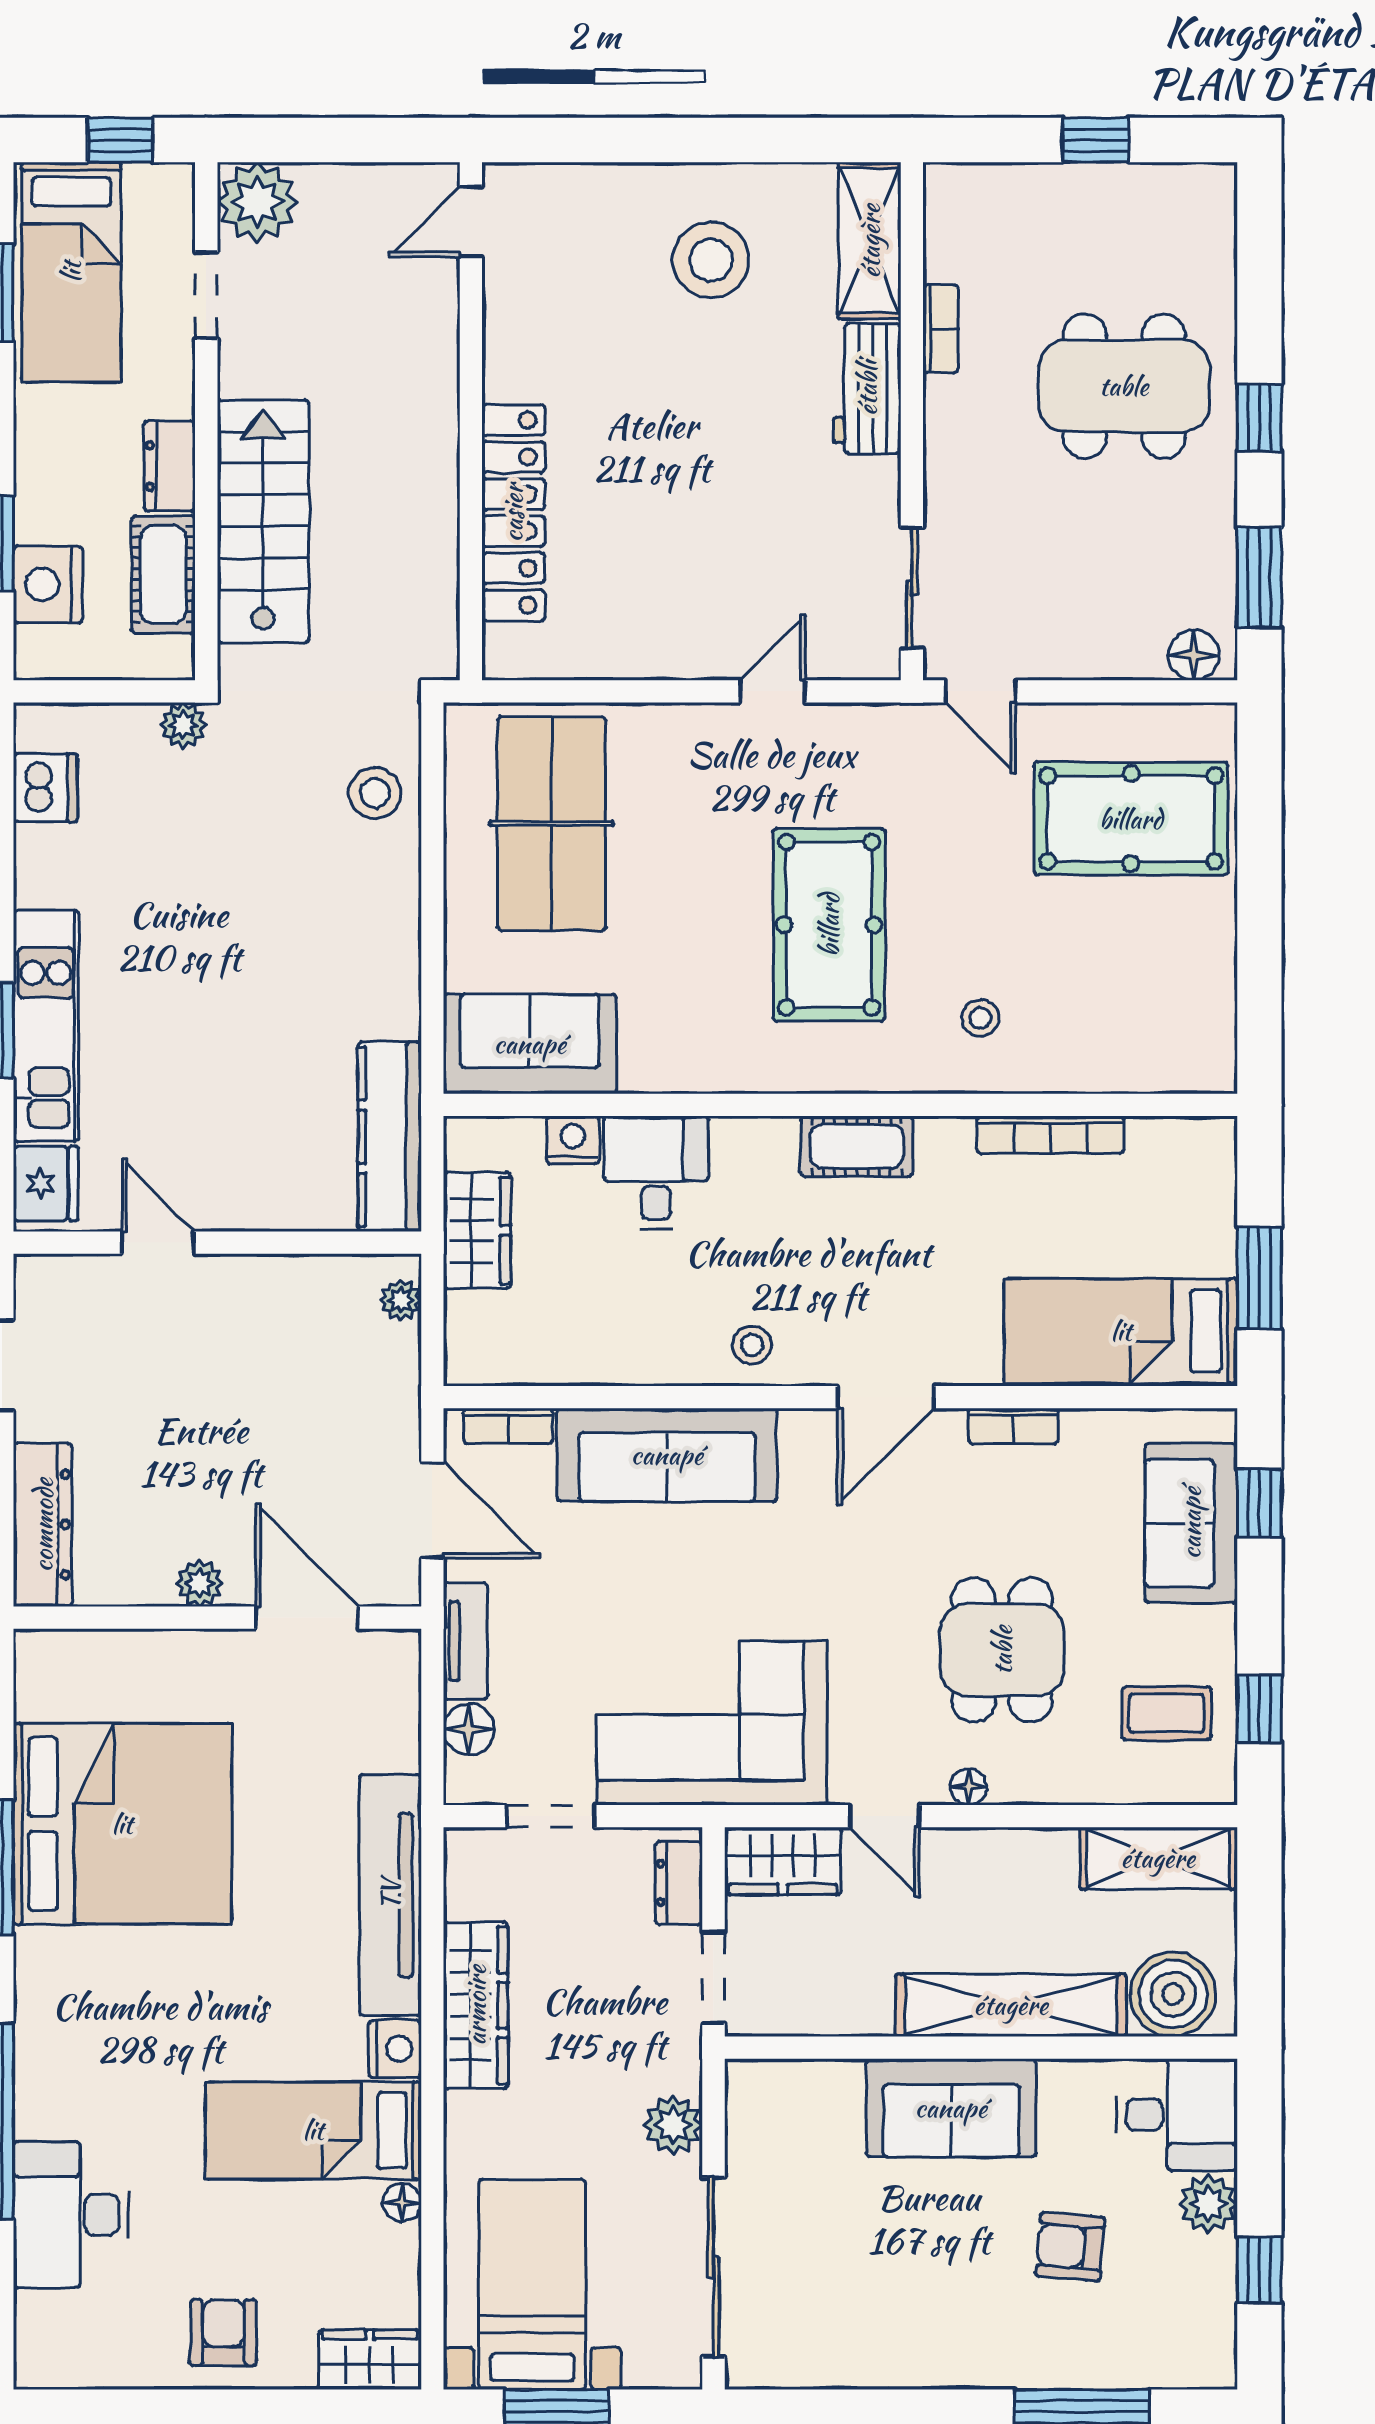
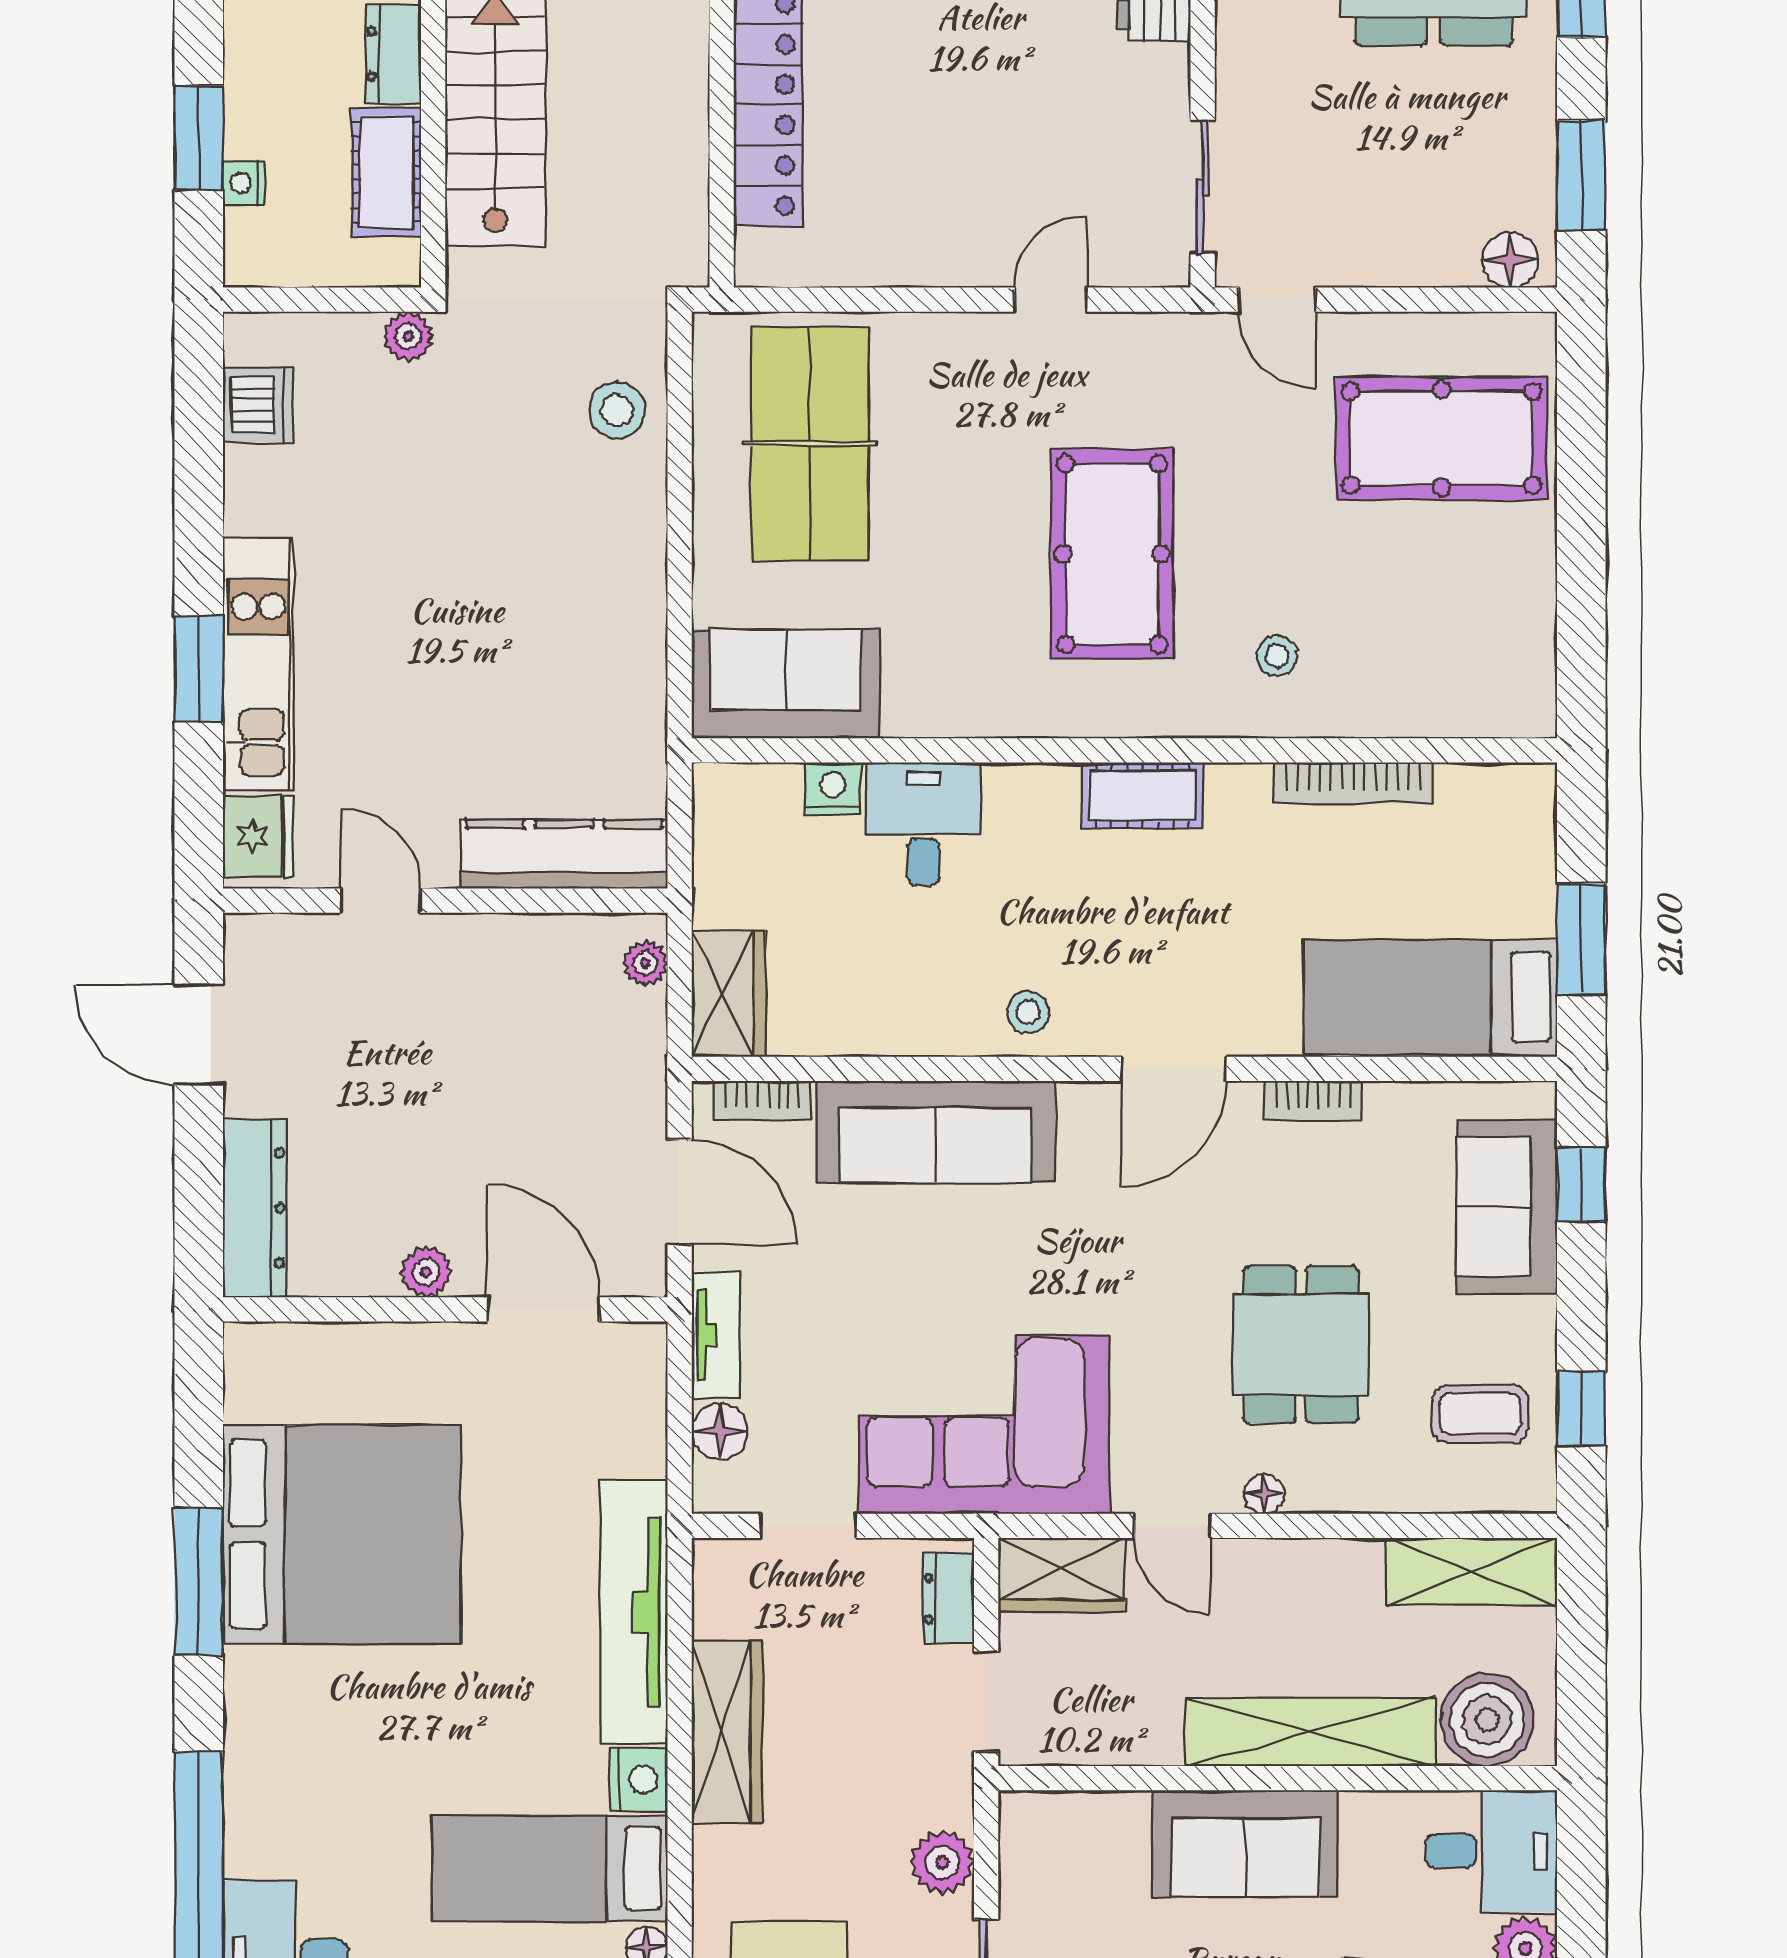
nightstand: (48, 584) -> (244, 183), width x0.53, depth x0.56
kitchen counter: (390, 1137) -> (564, 854), moved, turned 90
wardrobe: (477, 1230) -> (728, 994), moved

